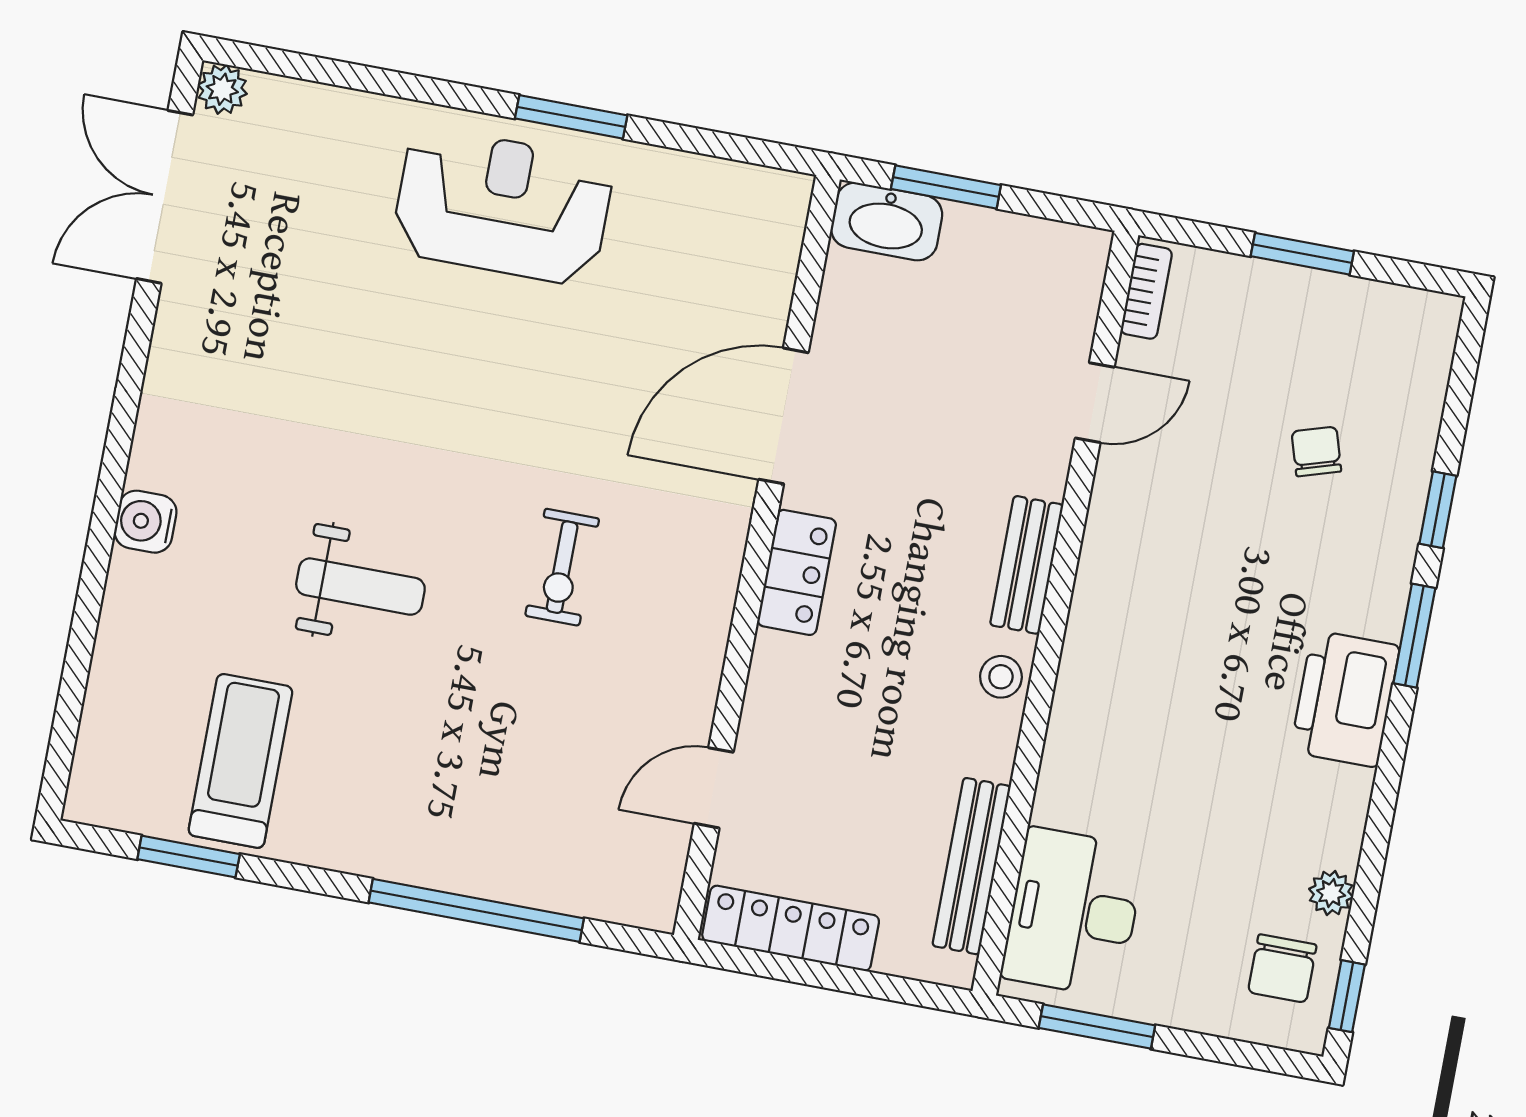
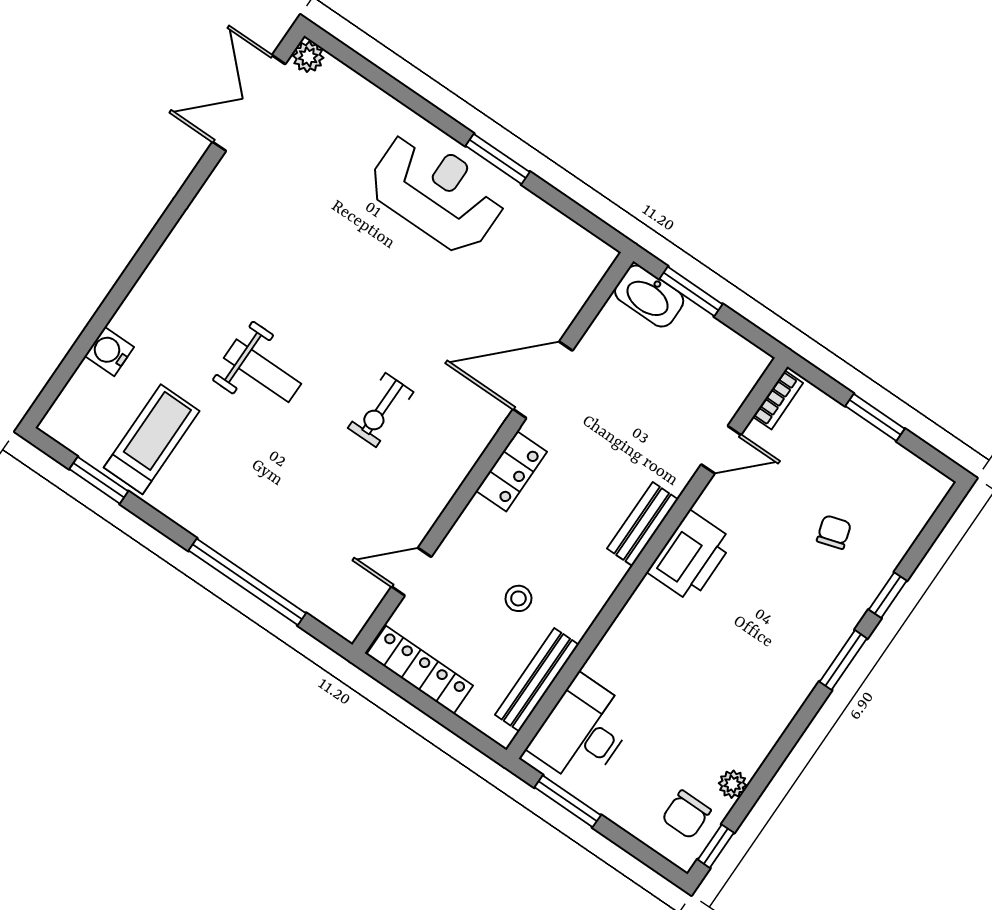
water cooler: (145, 522) -> (109, 351), moved
stool: (1001, 677) -> (518, 598), moved
printer: (1345, 699) -> (691, 556), moved, turned 180

